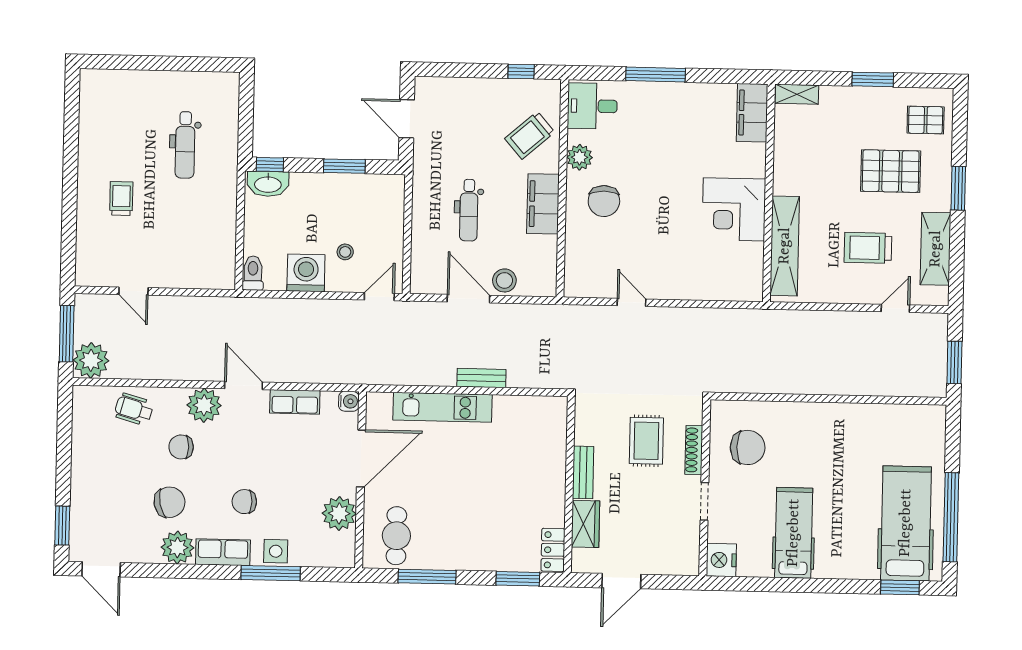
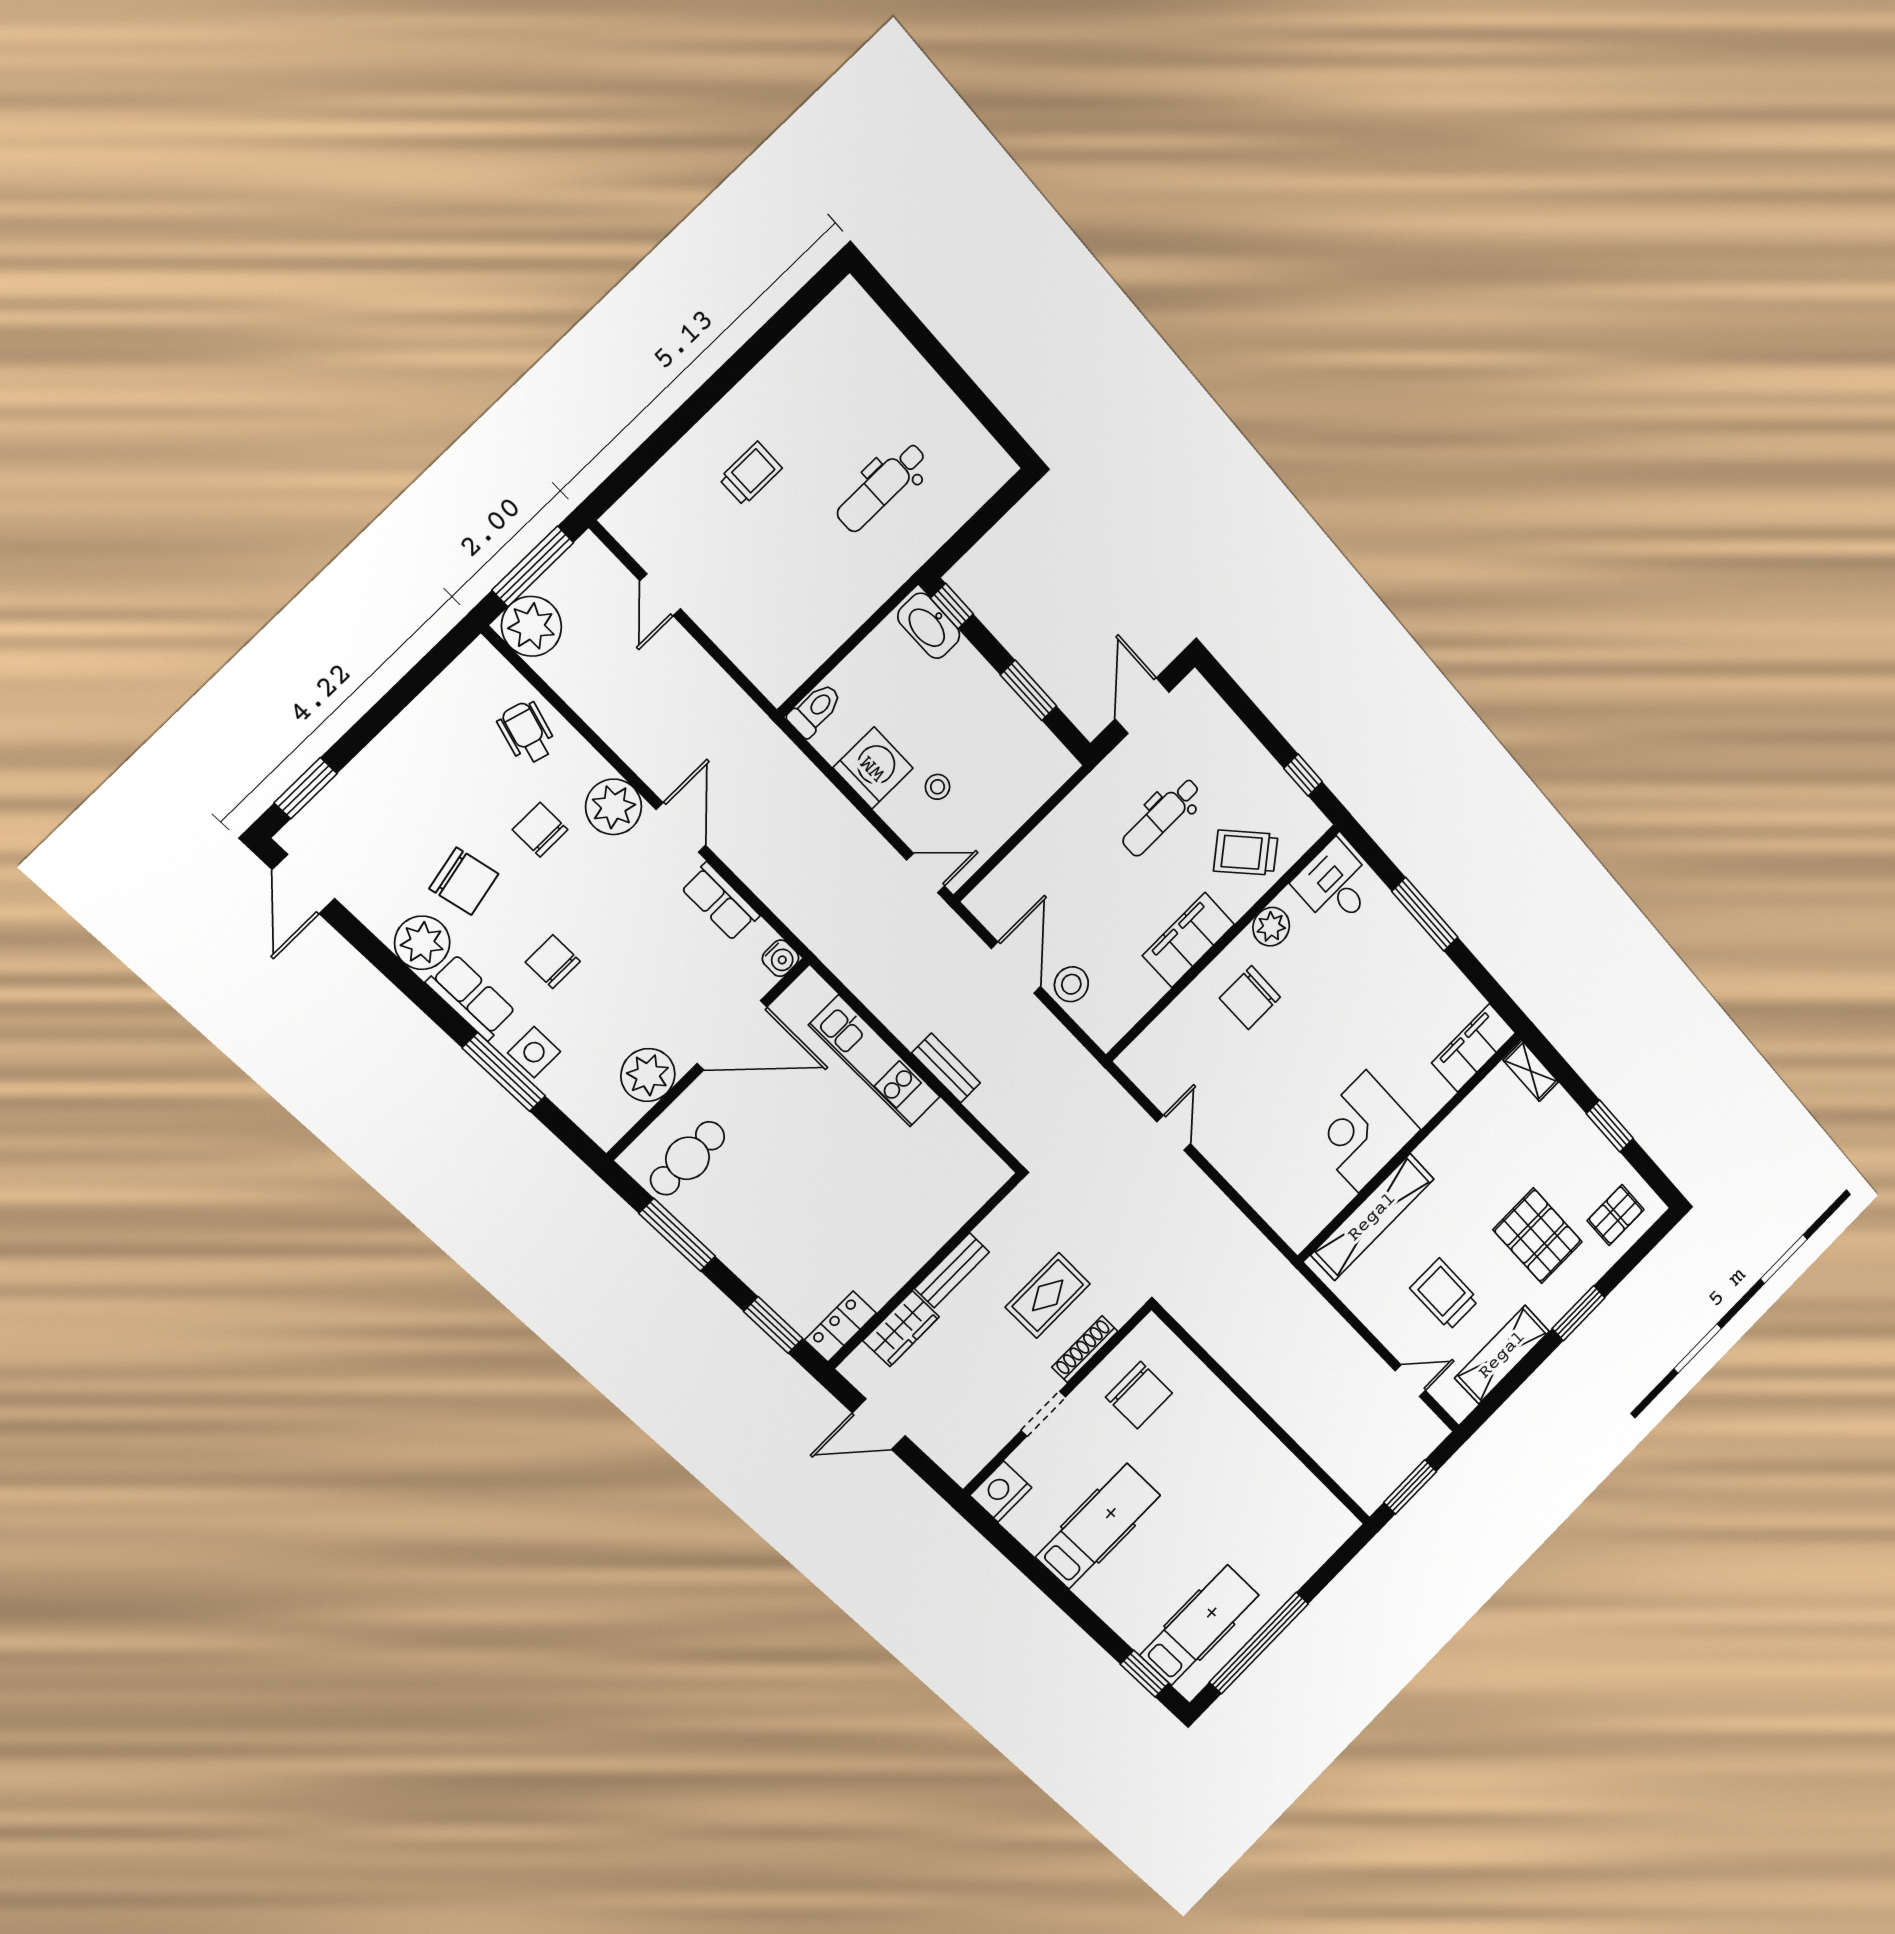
pallet: (926, 120) -> (1616, 1215), turned 90
dental chair: (469, 210) -> (1161, 817), moved
hospital bed: (906, 523) -> (1199, 1625), width x0.73, depth x0.78

